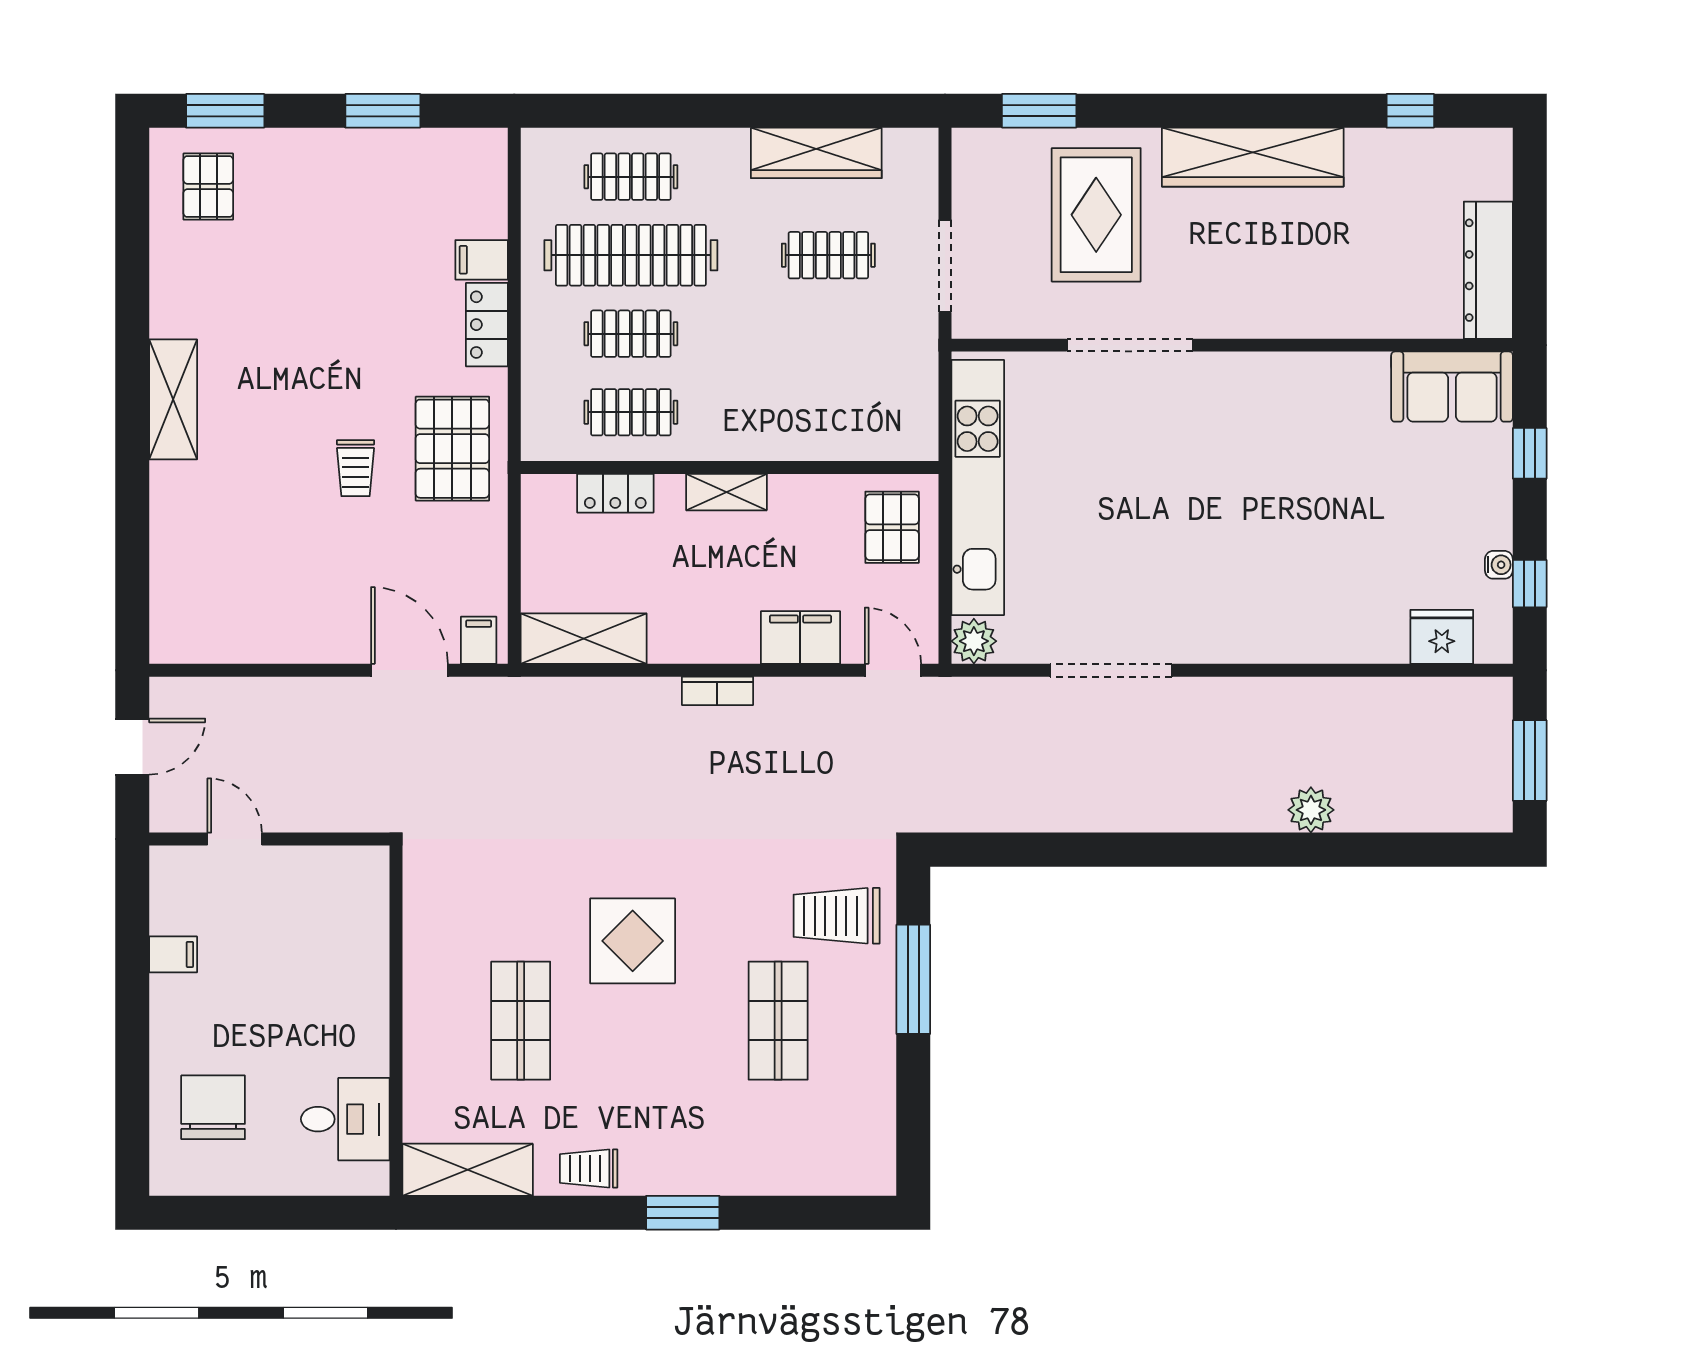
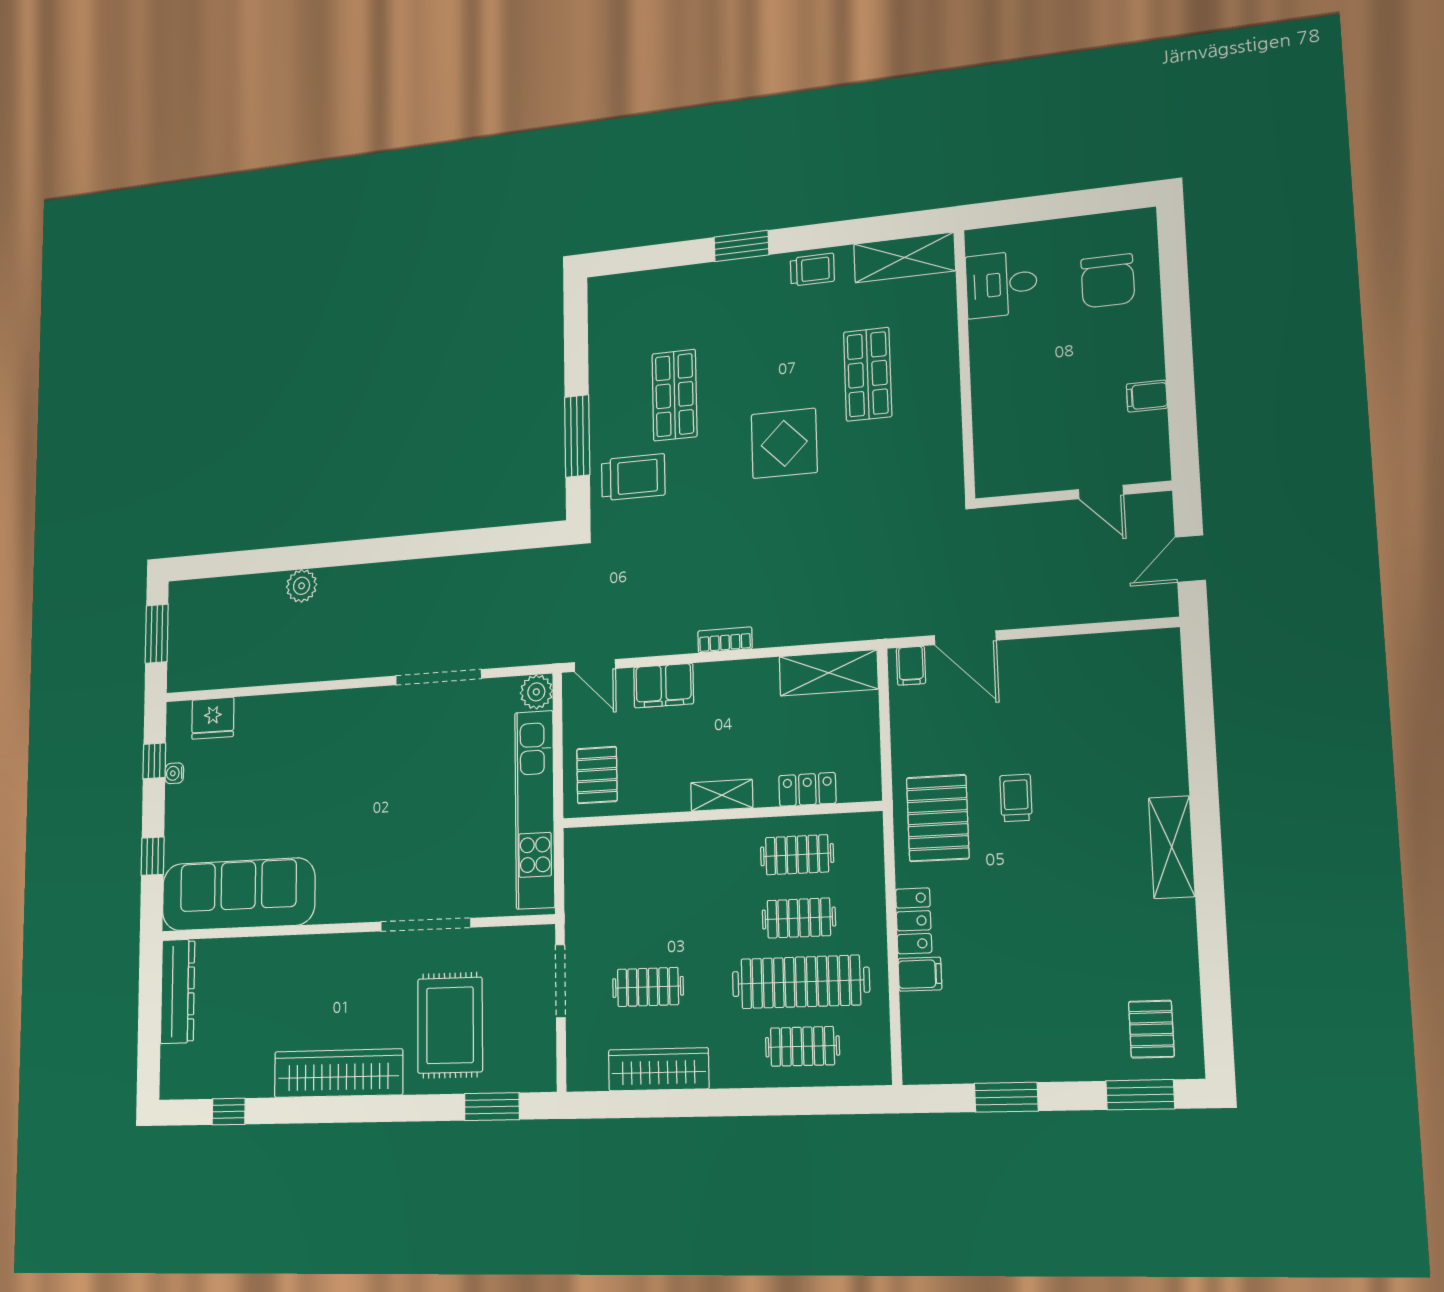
sofa: (1452, 387) -> (238, 894), width x1.85, depth x1.27

